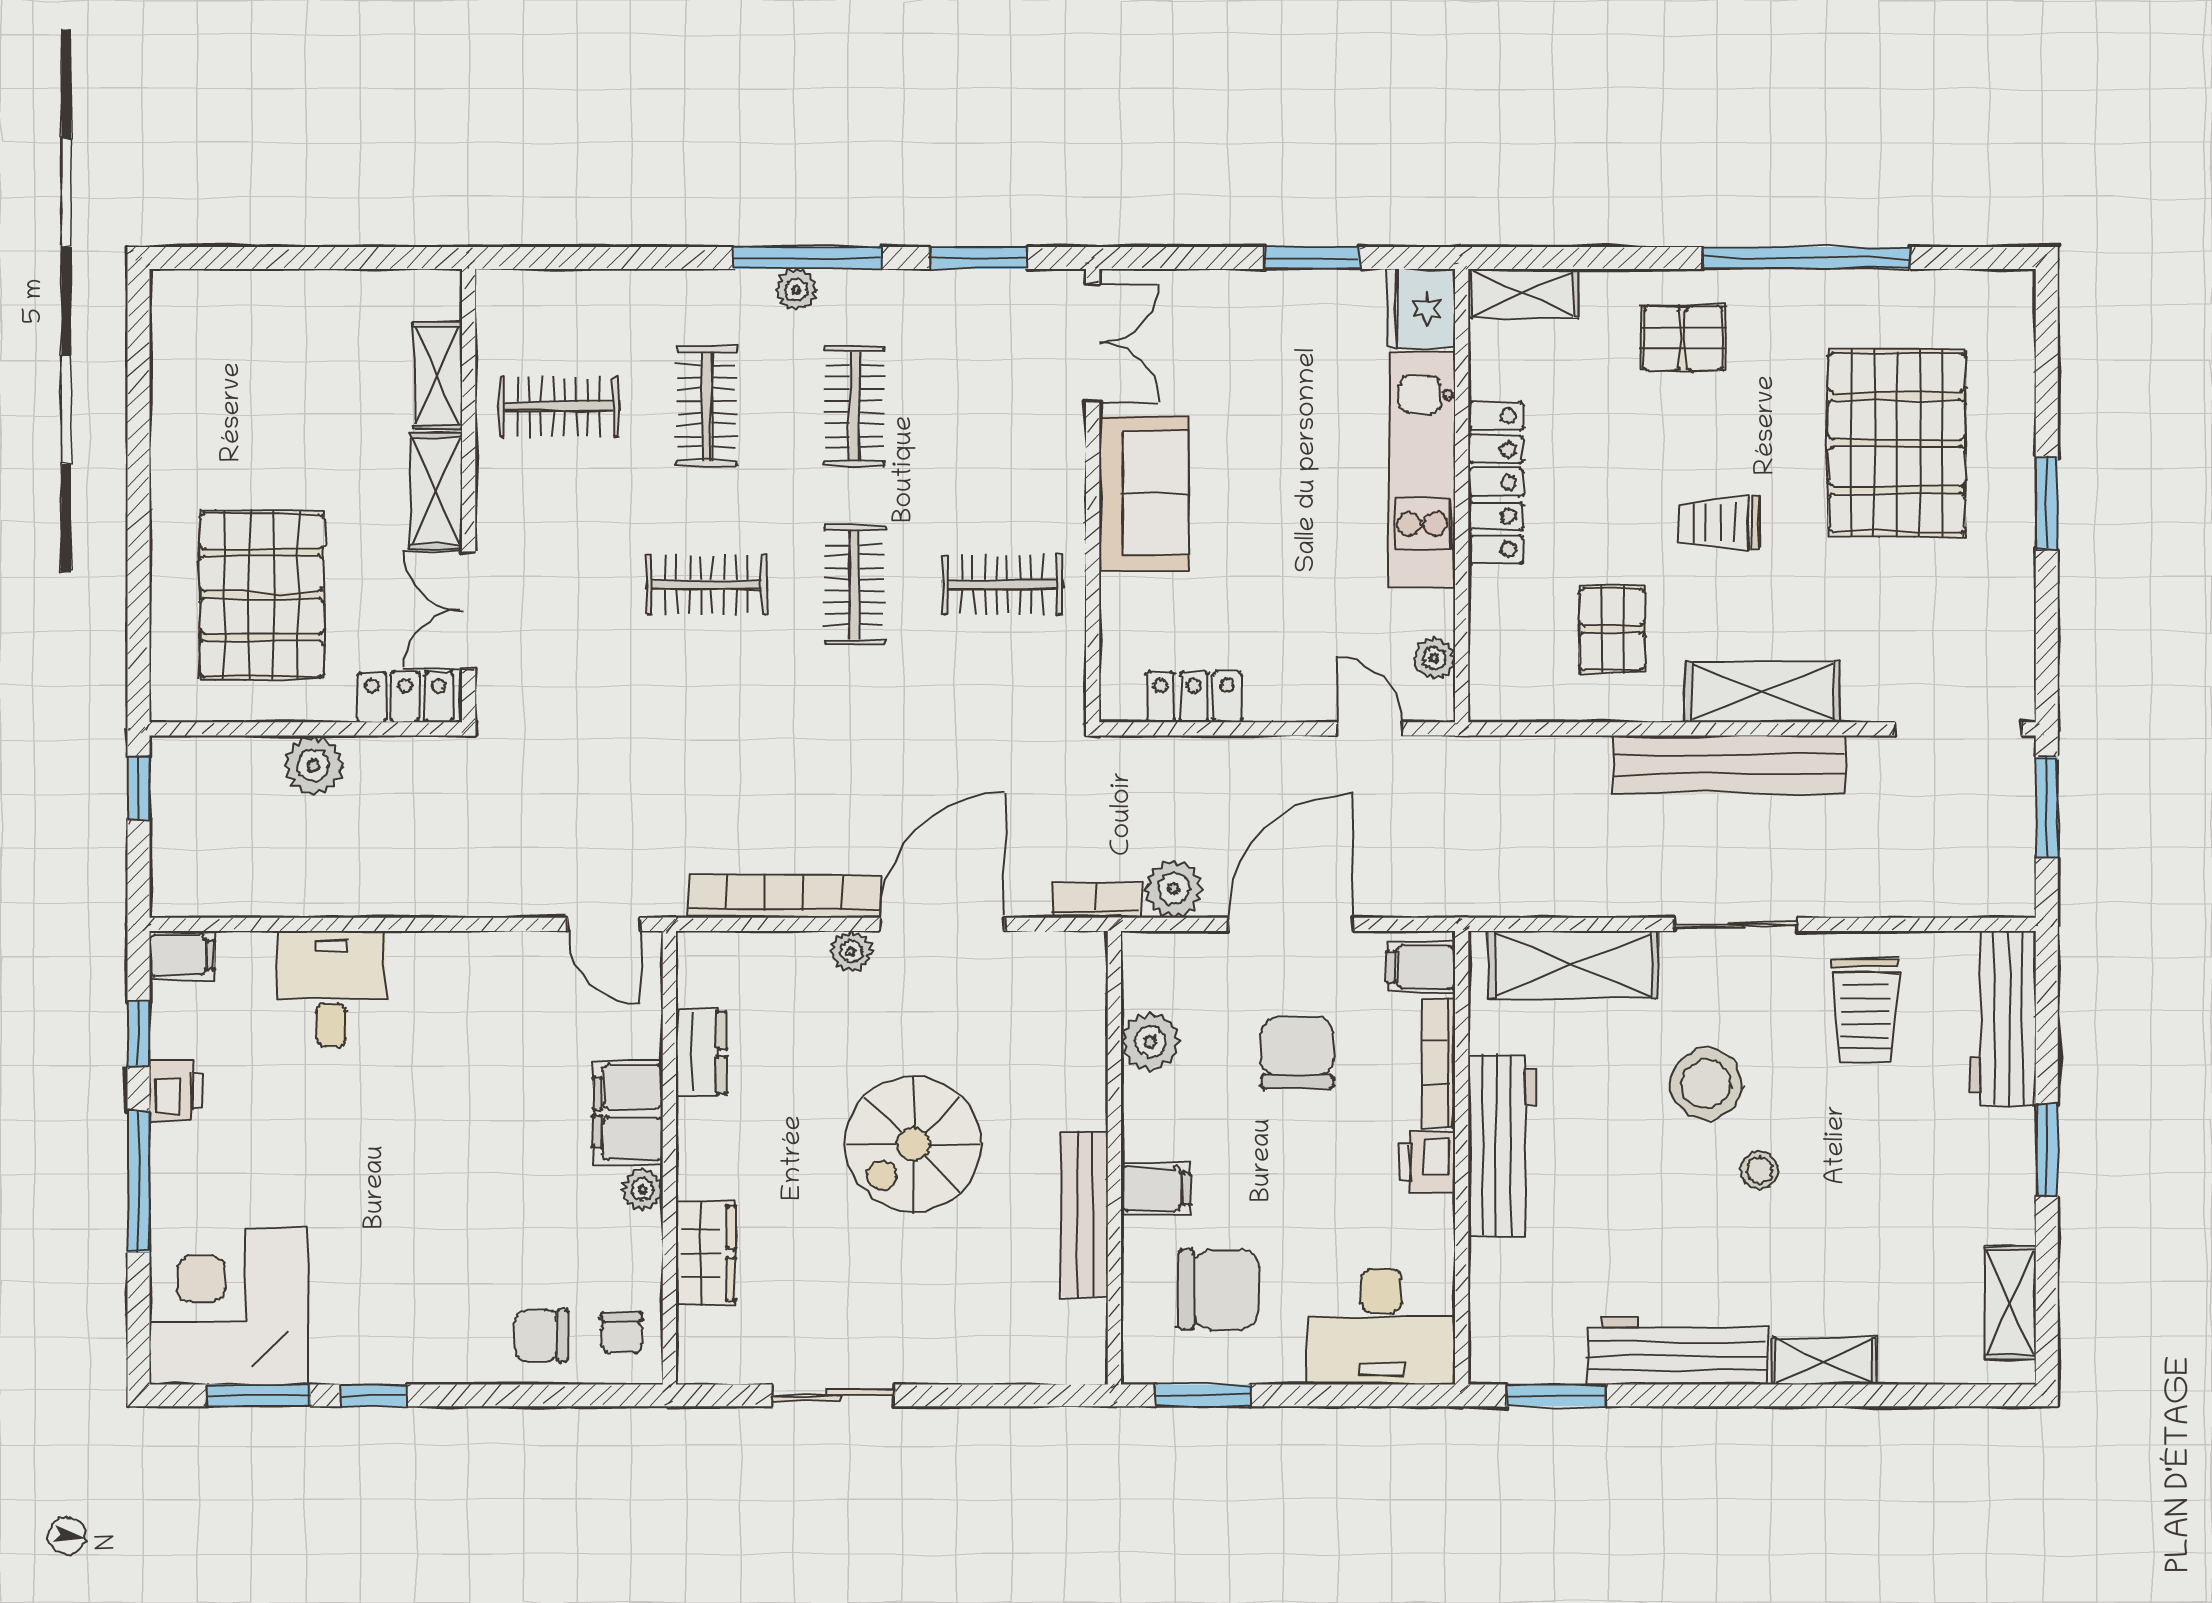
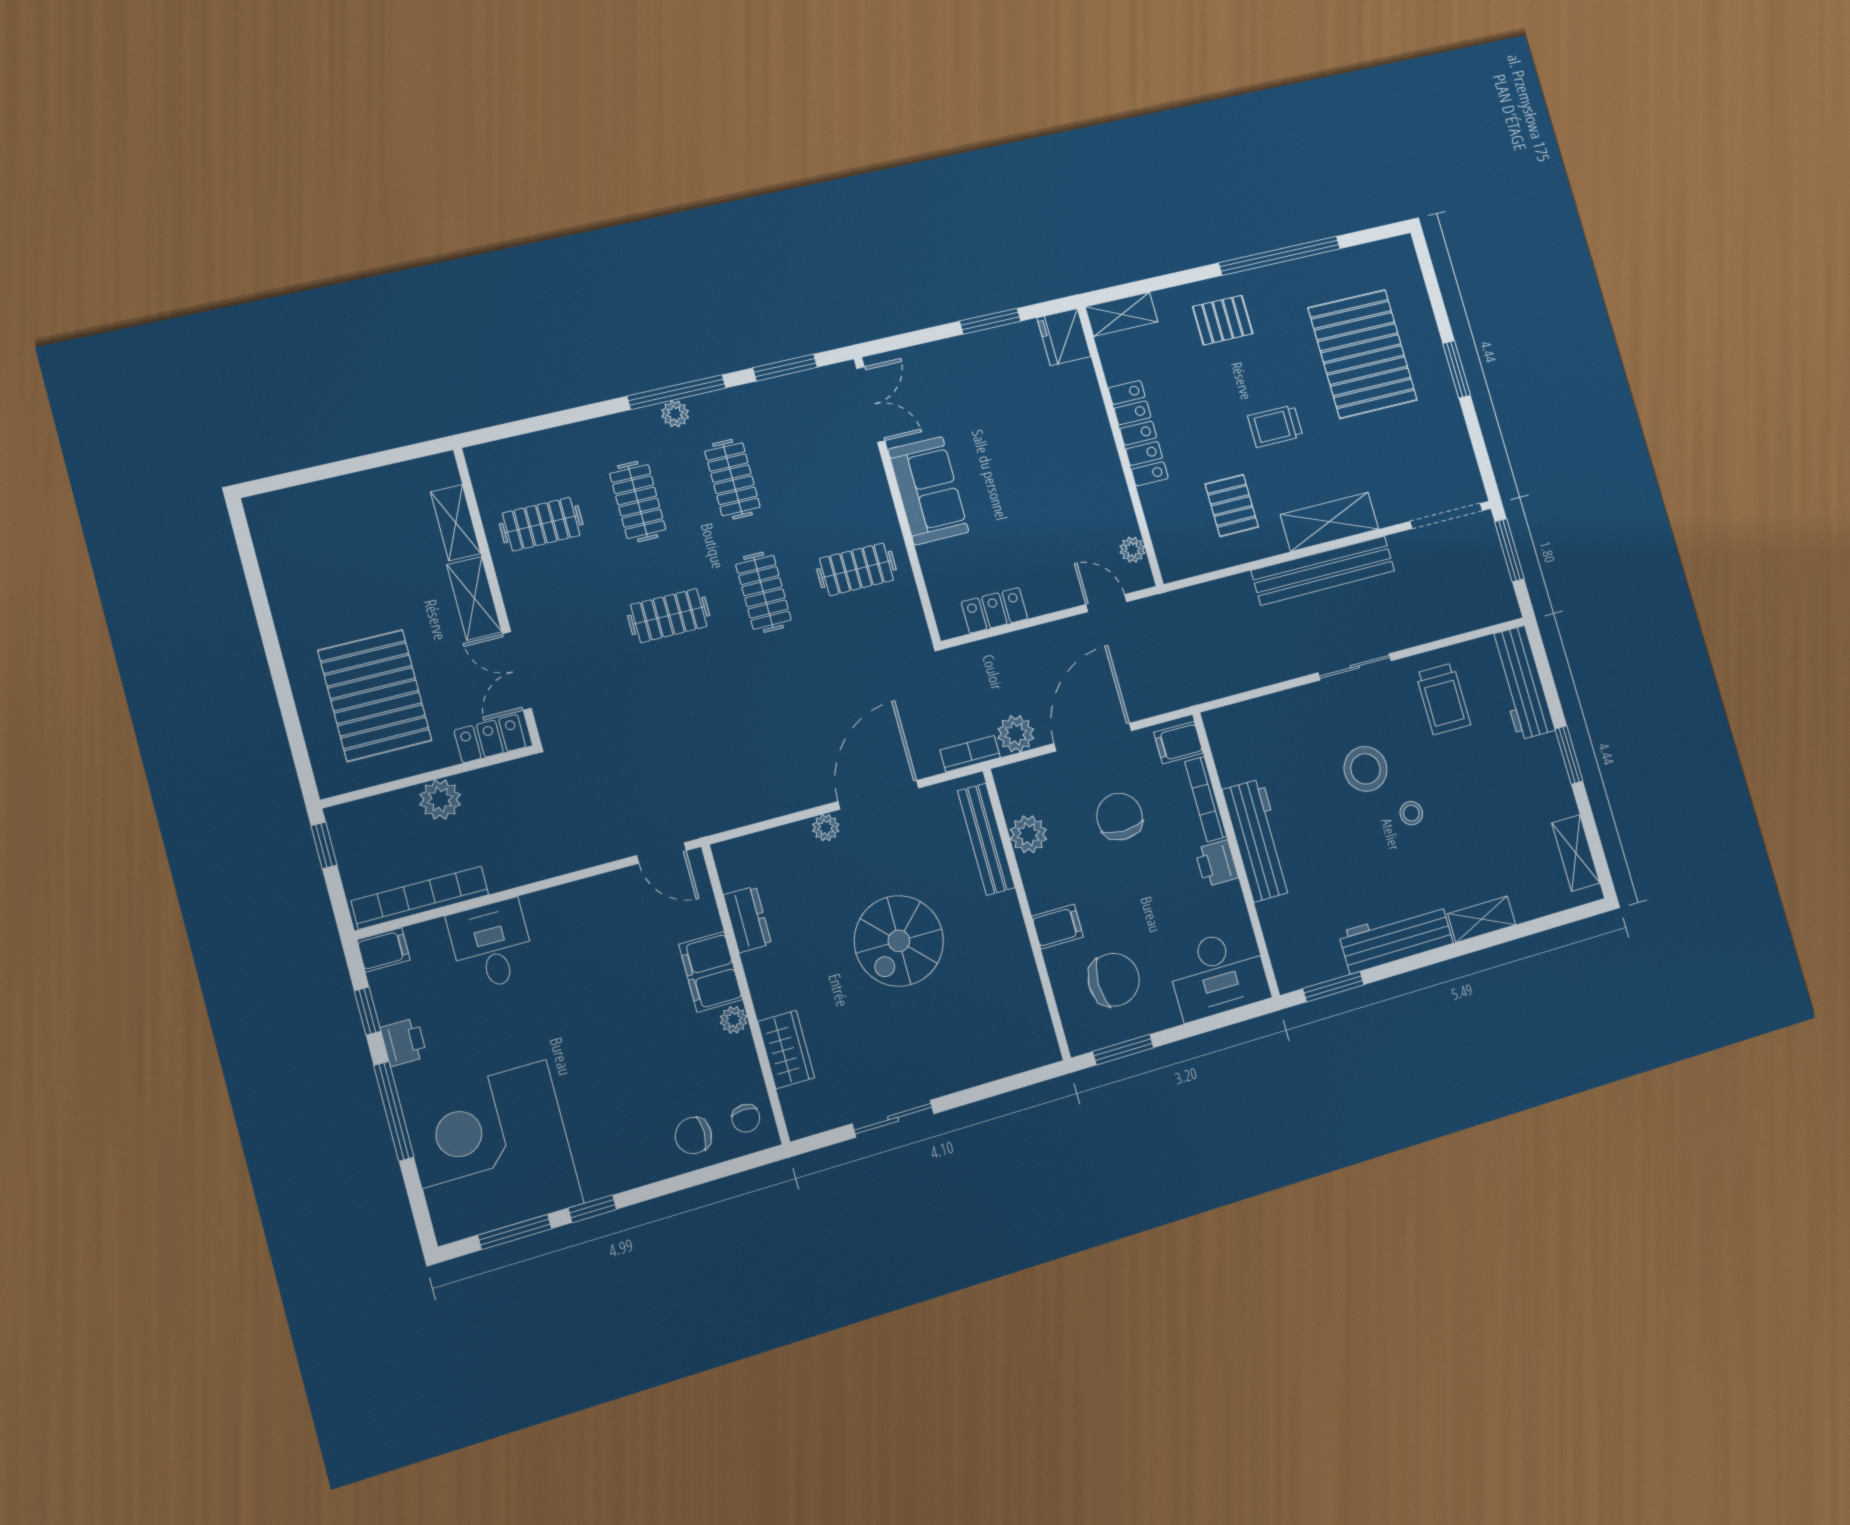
kitchen unit: (1422, 470) -> (1092, 436), removed
bookcase: (784, 896) -> (420, 898), moved
shelving: (1573, 965) -> (1268, 717), removed
bench: (1085, 1214) -> (986, 839), moved
corner desk: (228, 1306) -> (492, 1153), width x1.36, depth x1.36

